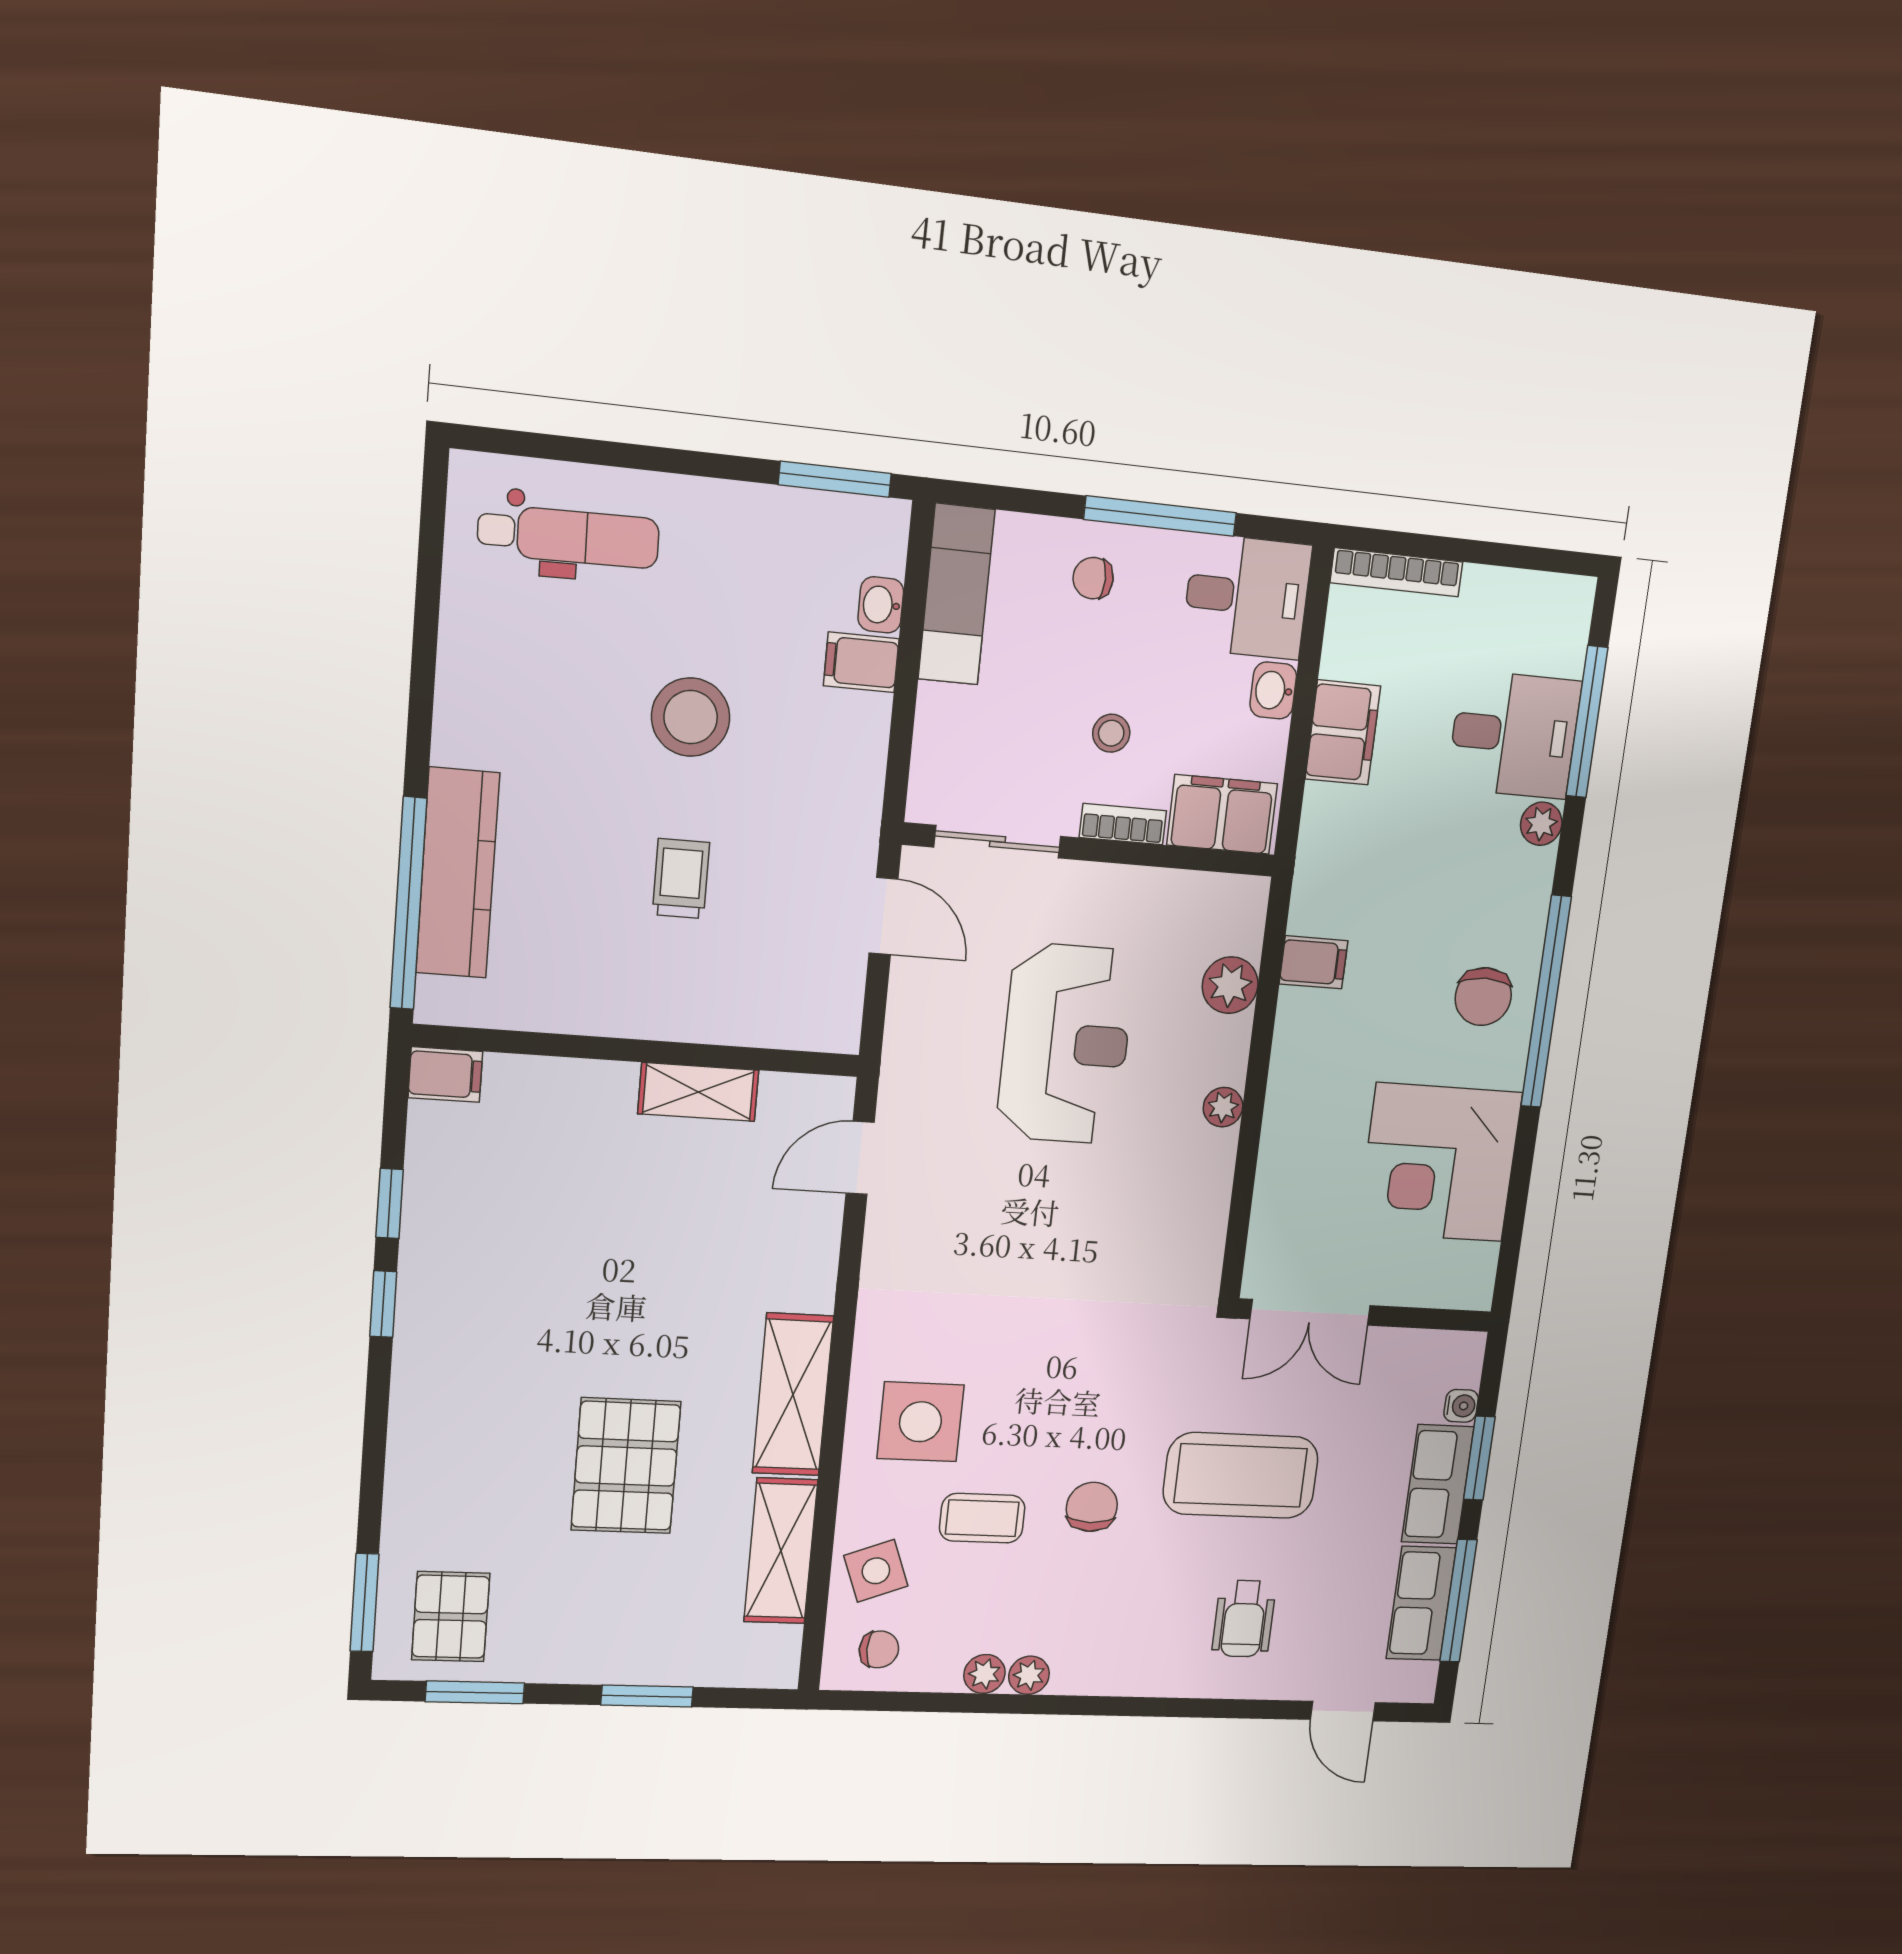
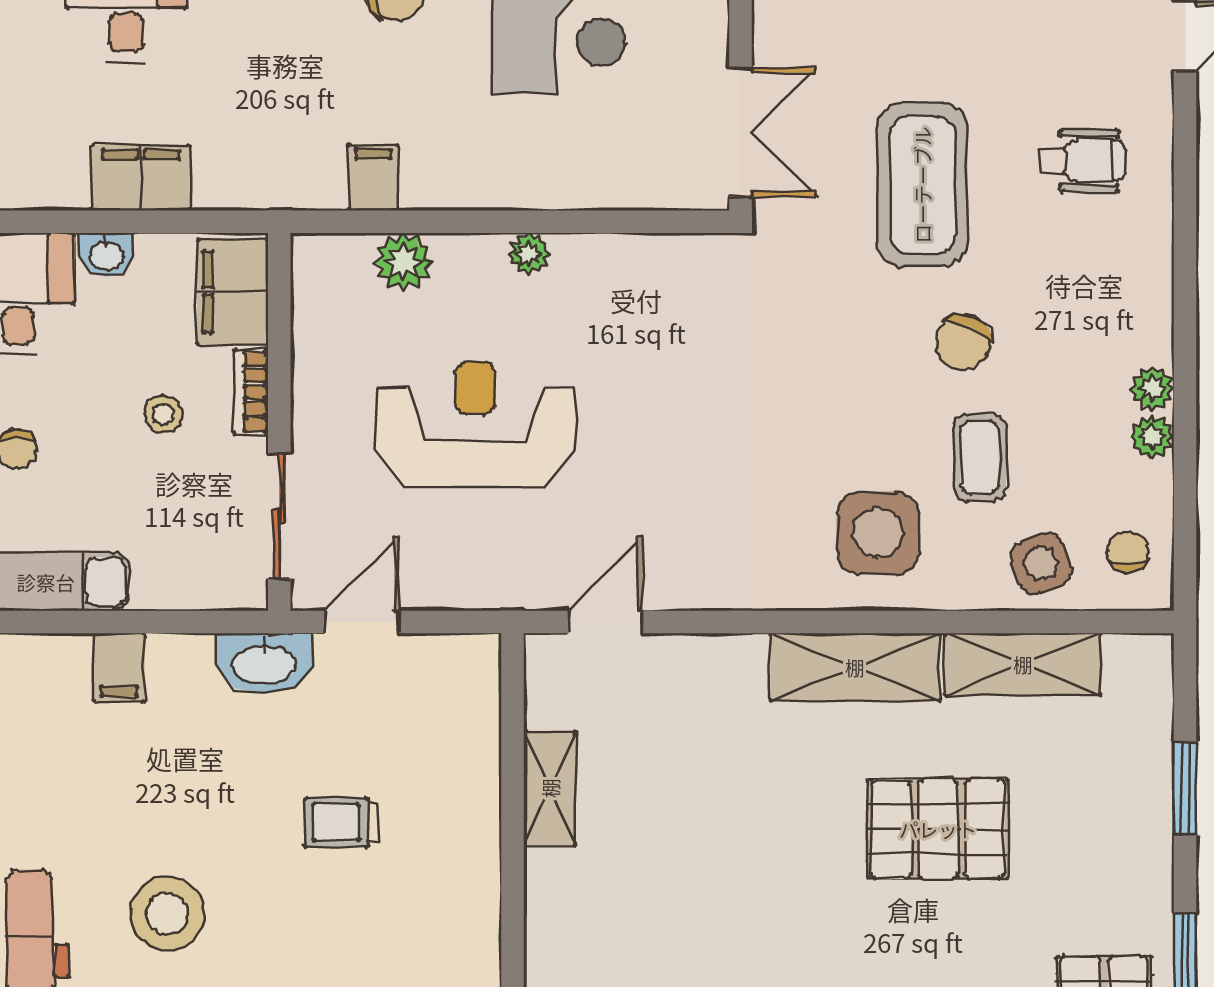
washbasin: (881, 605) -> (264, 663), moved, width x1.91, depth x1.45
stool: (691, 717) -> (167, 914), moved
door: (860, 1158) -> (606, 622), swing flipped
chair: (1092, 1507) -> (963, 342), turned -66

